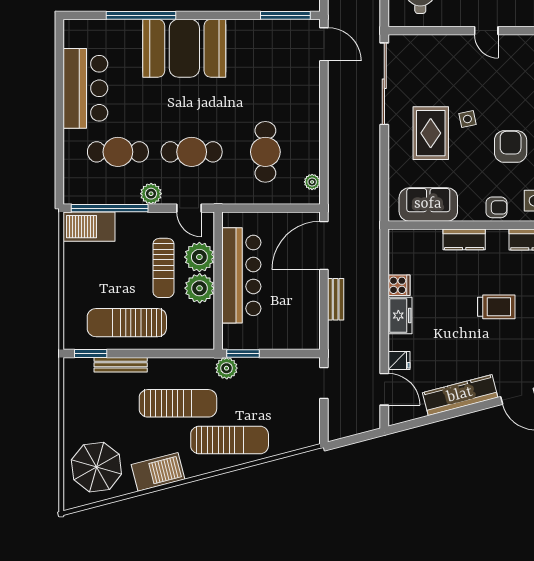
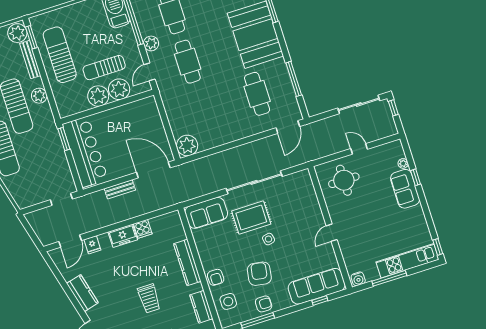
window: (285, 15) -> (294, 79), moved
sliding door: (384, 84) -> (254, 182), moved
armchair: (511, 147) -> (259, 274), turned -81
cafe table: (265, 152) -> (257, 94), moved, turned 90
plant: (312, 182) -> (187, 145), width x1.88, depth x1.88
sofa: (428, 204) -> (206, 213), moved, turned 90
kitchen counter: (464, 239) -> (187, 263), width x1.50
bar counter: (241, 275) -> (85, 152), moved, turned -90
plant: (227, 368) -> (39, 96), moved
plant: (79, 371) -> (17, 33), added
kitchen counter: (460, 395) -> (82, 293), width x0.67

